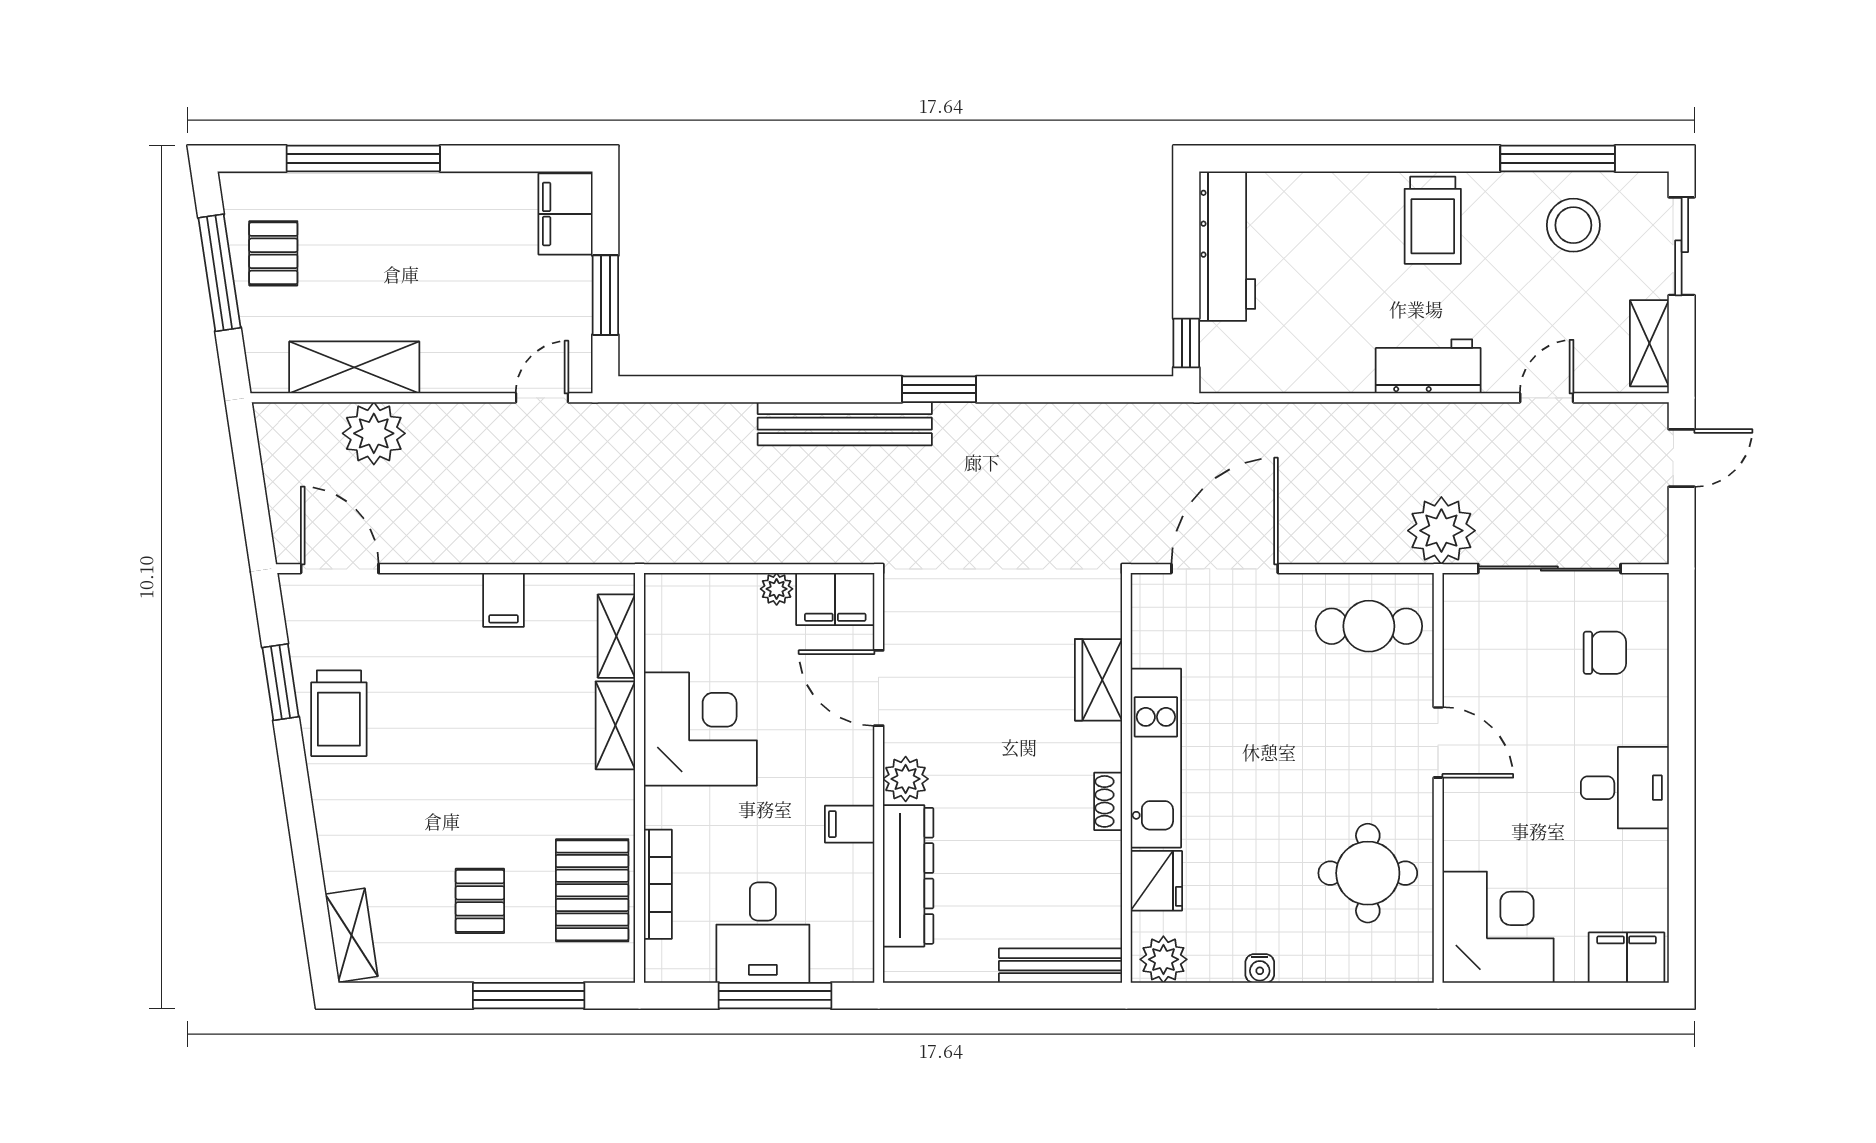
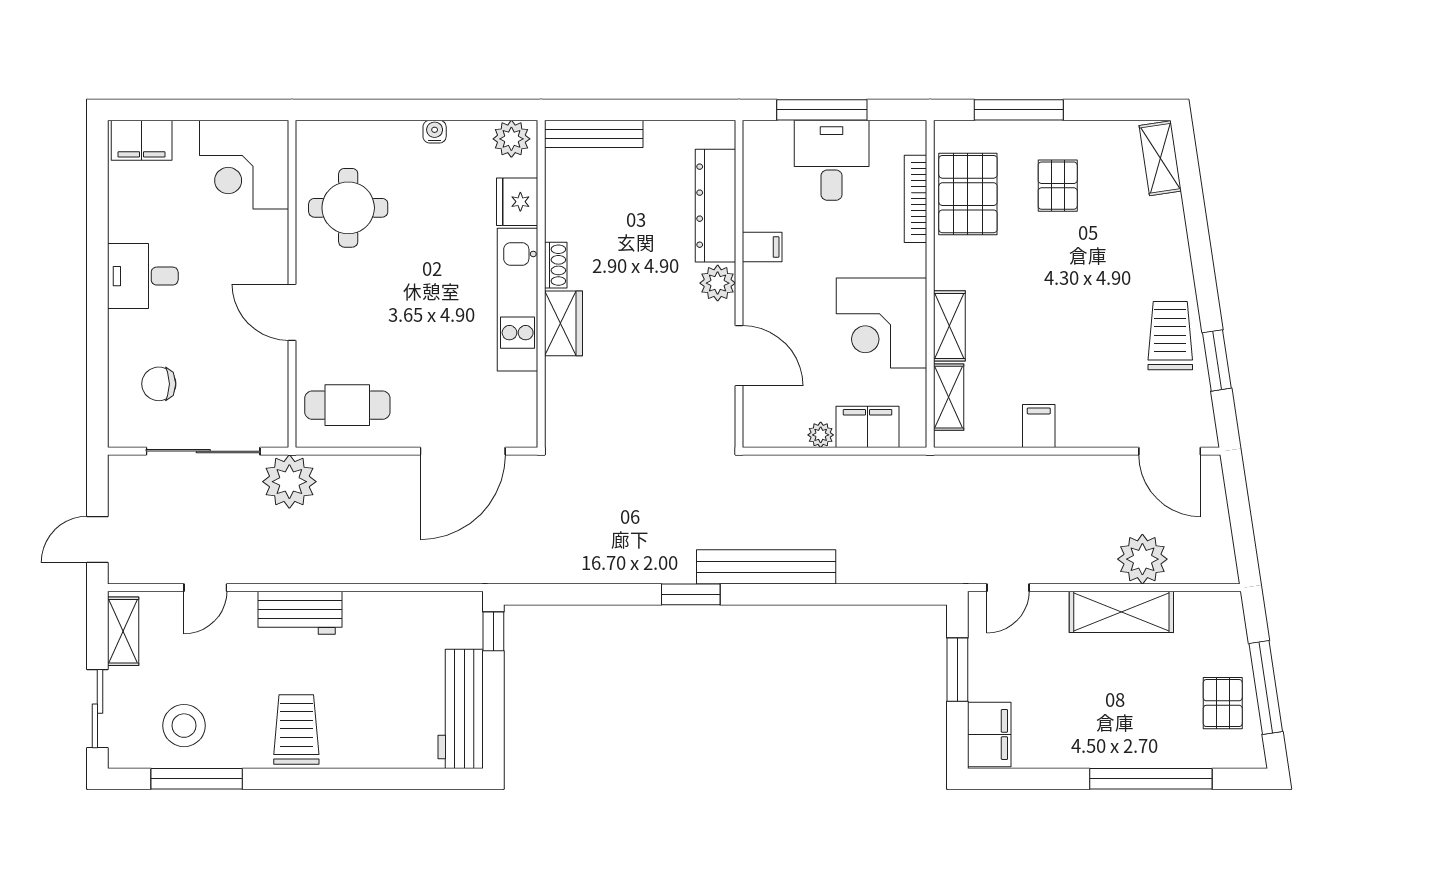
shelving: (354, 367) -> (1121, 612), moved
filing cabinet: (835, 599) -> (868, 427), moved
wardrobe: (1098, 680) -> (563, 323), moved

